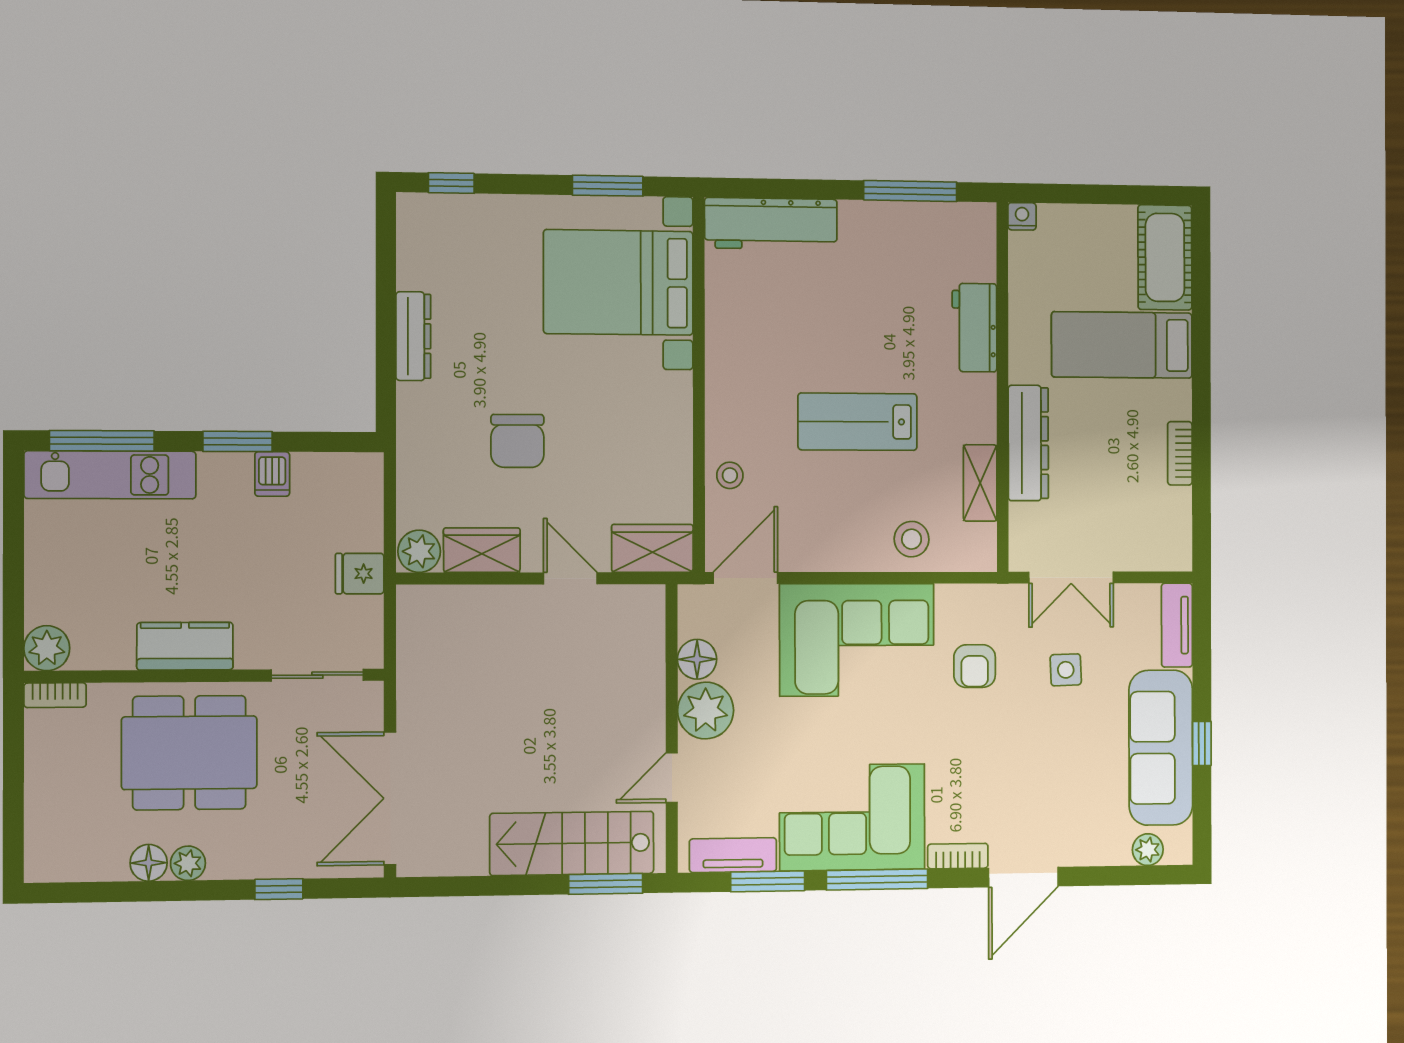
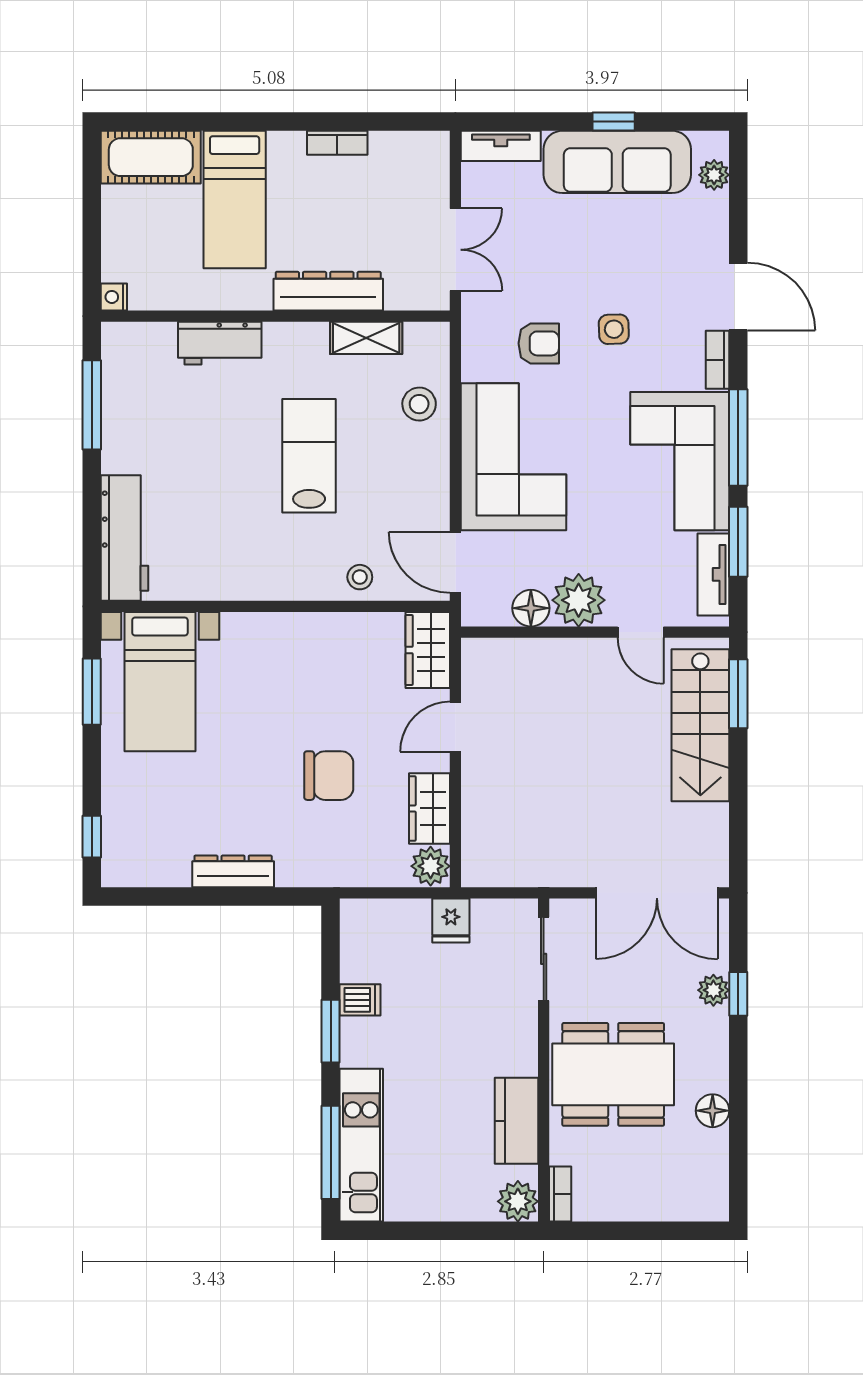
bed with nightstands: (618, 282) -> (160, 682), width x0.73
lab bench: (858, 422) -> (309, 456), turned 180
kitchen counter: (185, 646) -> (517, 1121), moved
side table: (1066, 670) -> (614, 329), moved
dining table: (189, 753) -> (613, 1074), turned 90
plant: (188, 863) -> (713, 990), moved

